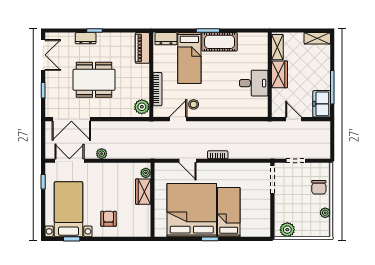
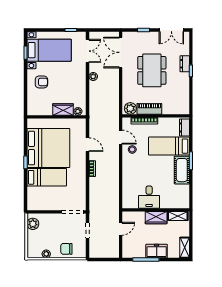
piano: (142, 48) -> (149, 109), moved
freezer: (322, 104) -> (157, 251), moved
door: (188, 161) -> (87, 145), swing flipped

